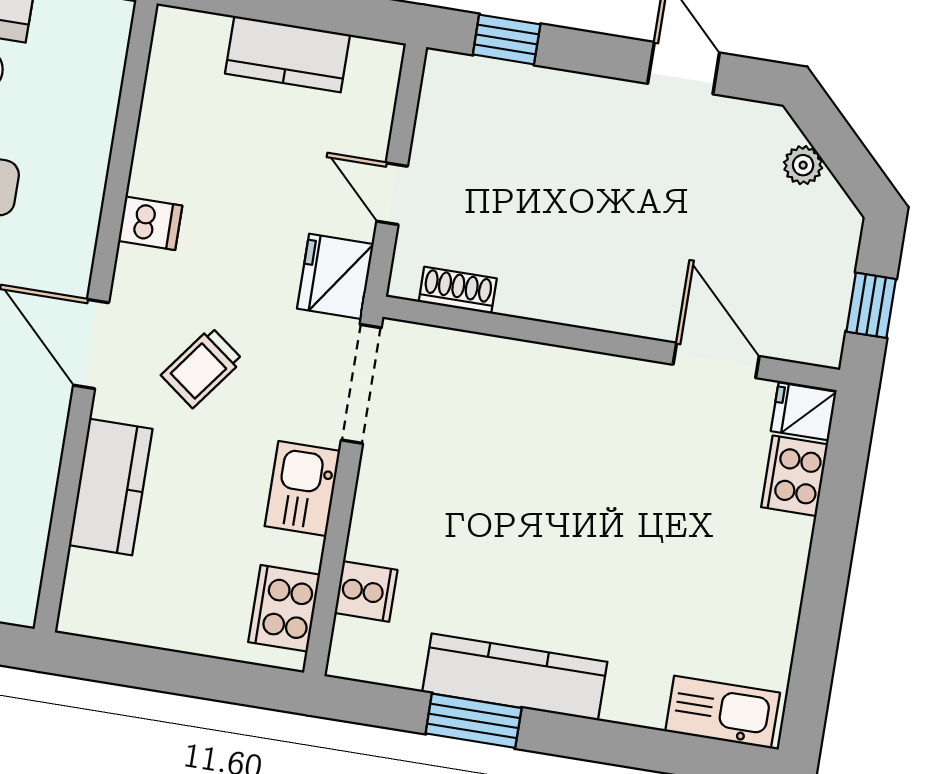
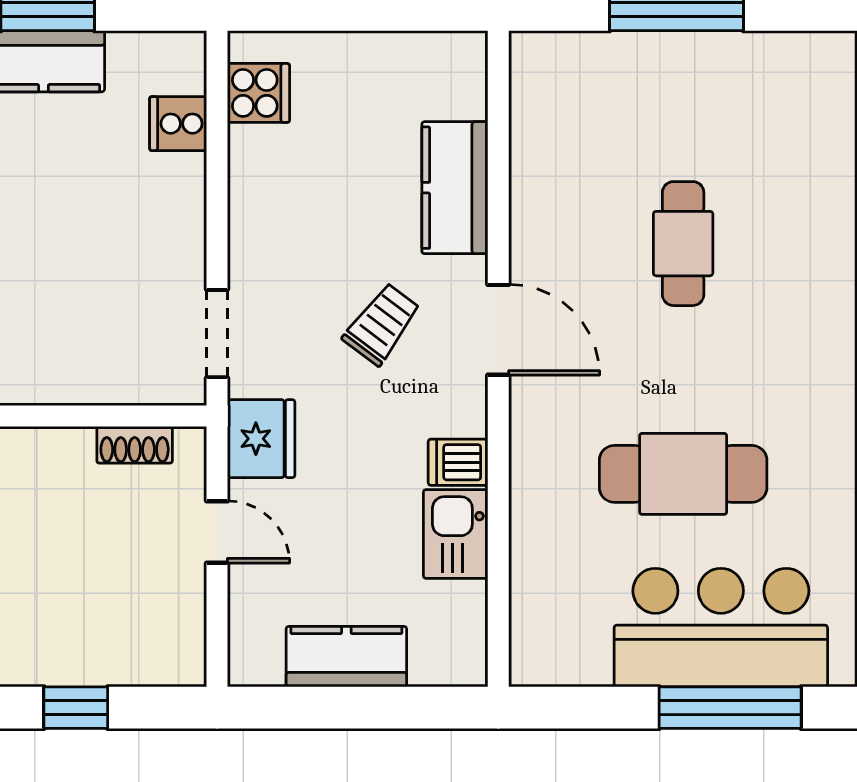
window: (507, 39) -> (76, 708), moved
doorway: (361, 384) -> (217, 334), width x0.73
kitchen sink: (302, 489) -> (456, 534), moved, turned 180
cooker: (284, 608) -> (259, 93), width x0.73

